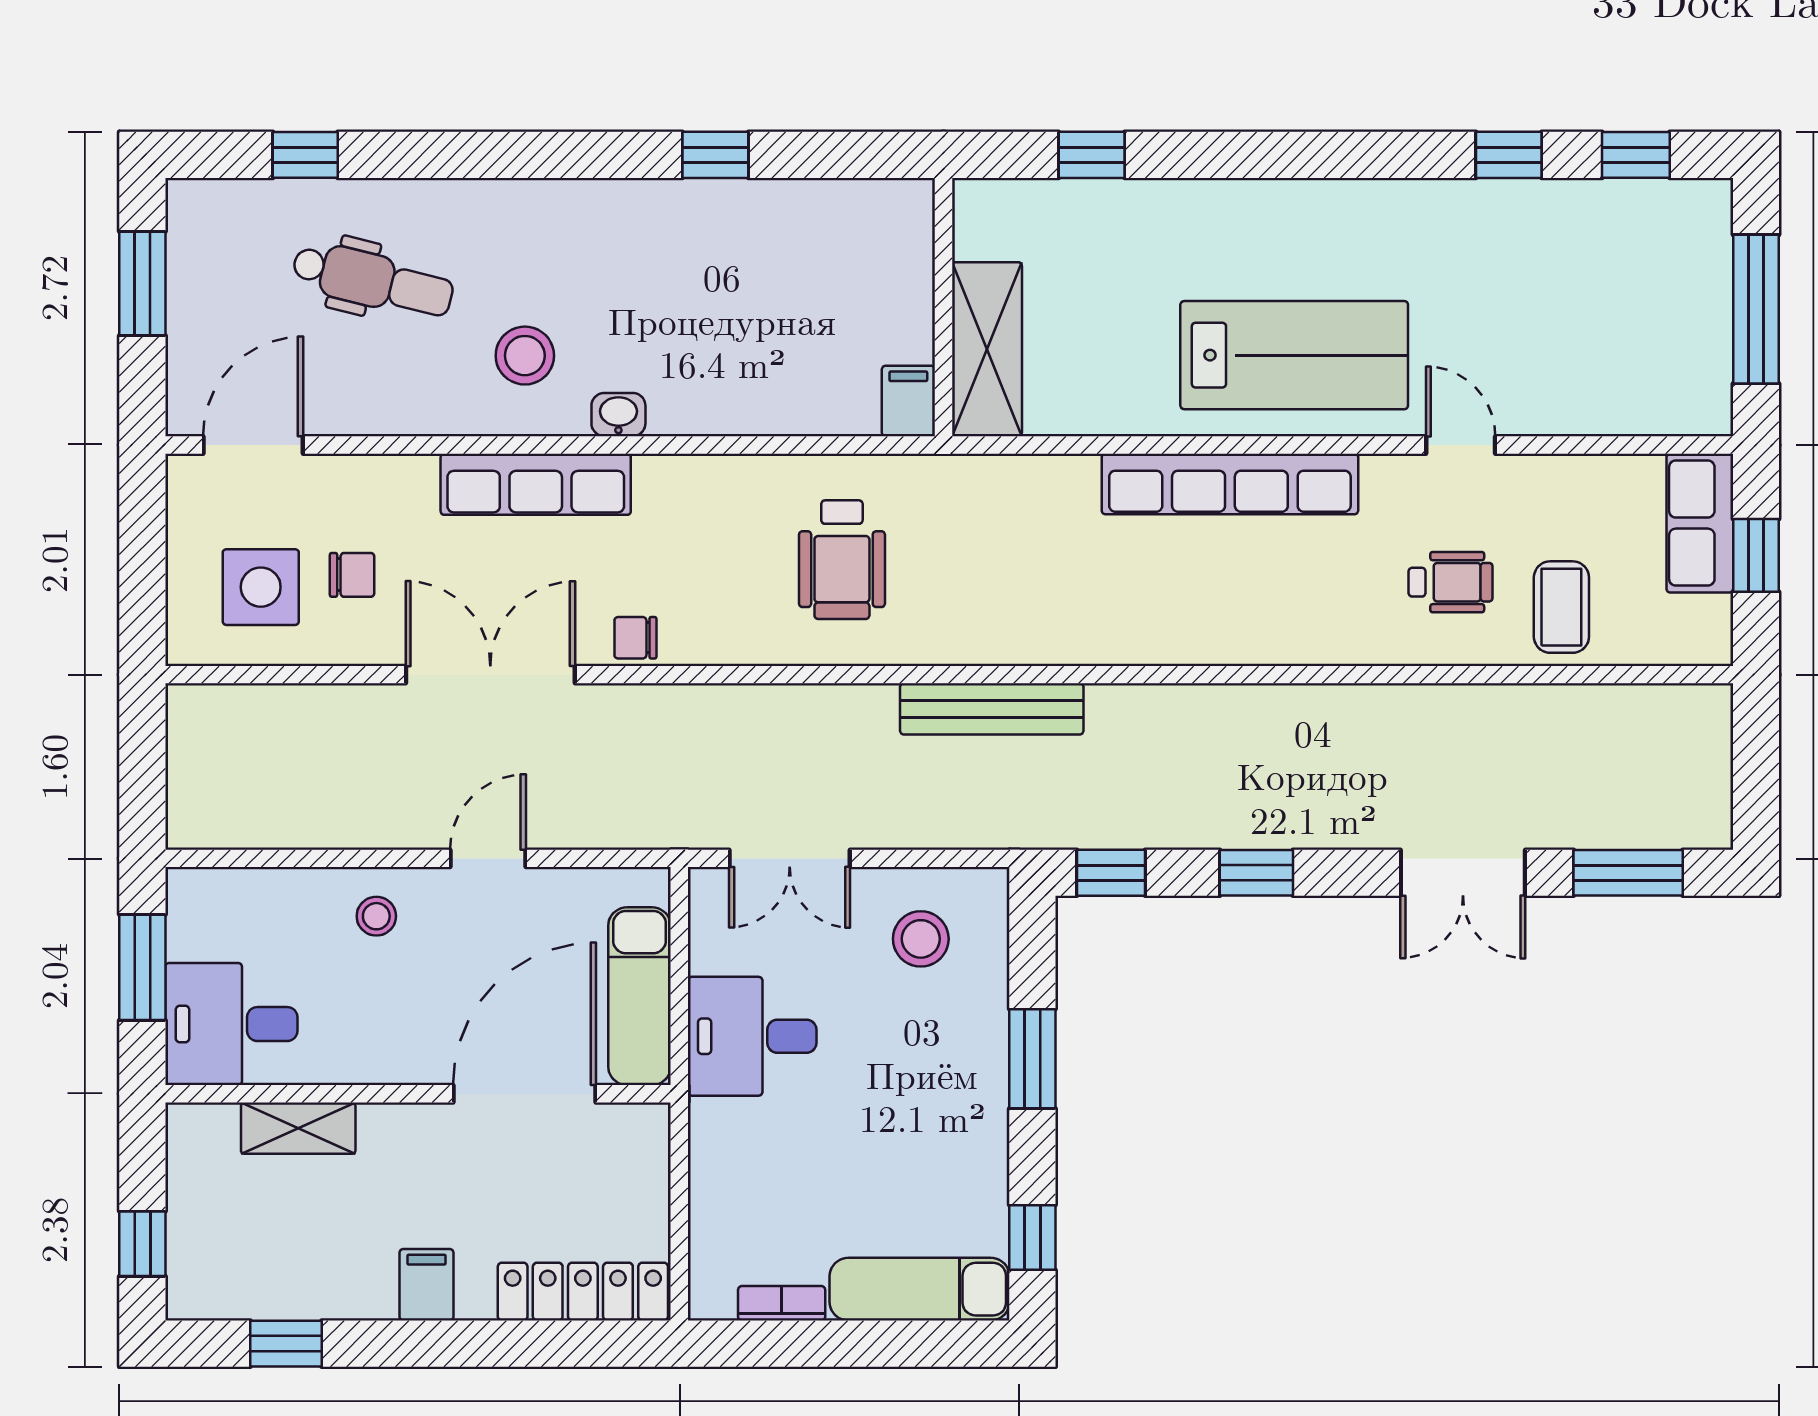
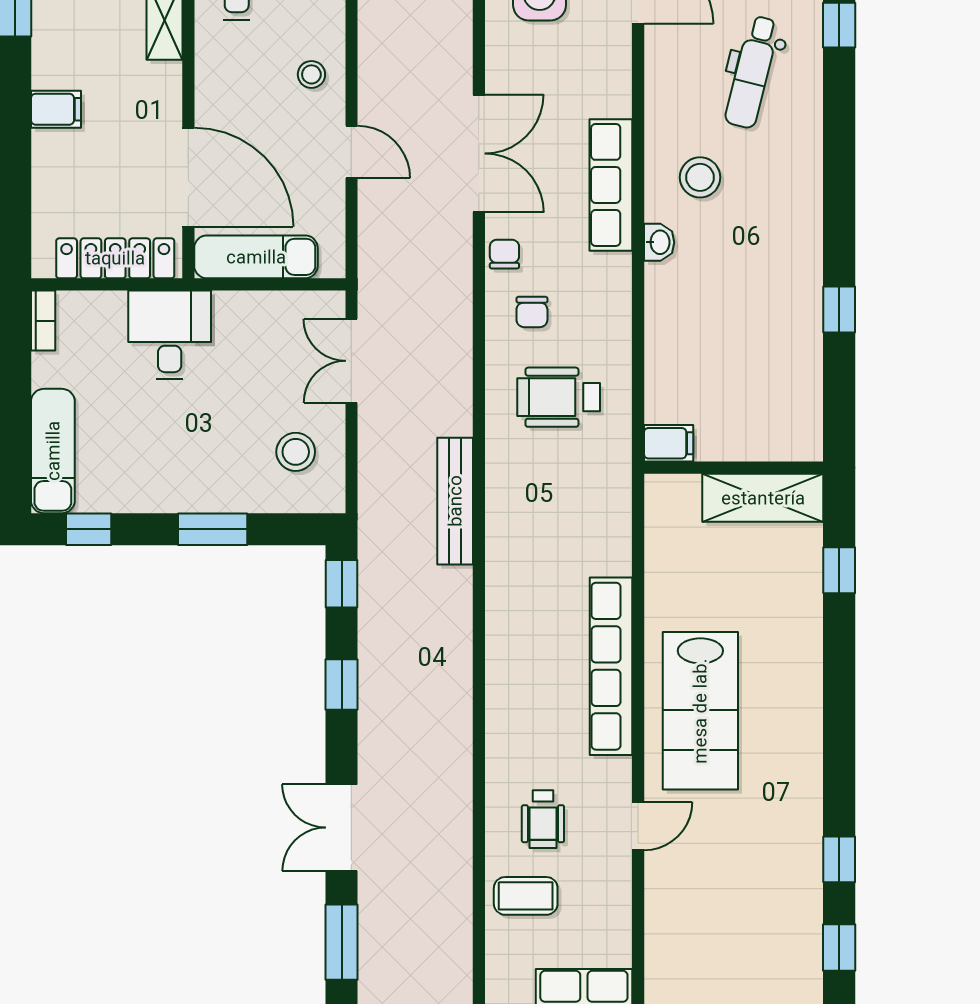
shelving: (987, 349) -> (763, 498), moved
chair: (352, 575) -> (532, 312), moved
desk: (752, 1036) -> (170, 335), moved
locker: (583, 1292) -> (115, 258), moved, turned -90
bookcase: (782, 1303) -> (43, 321), moved

